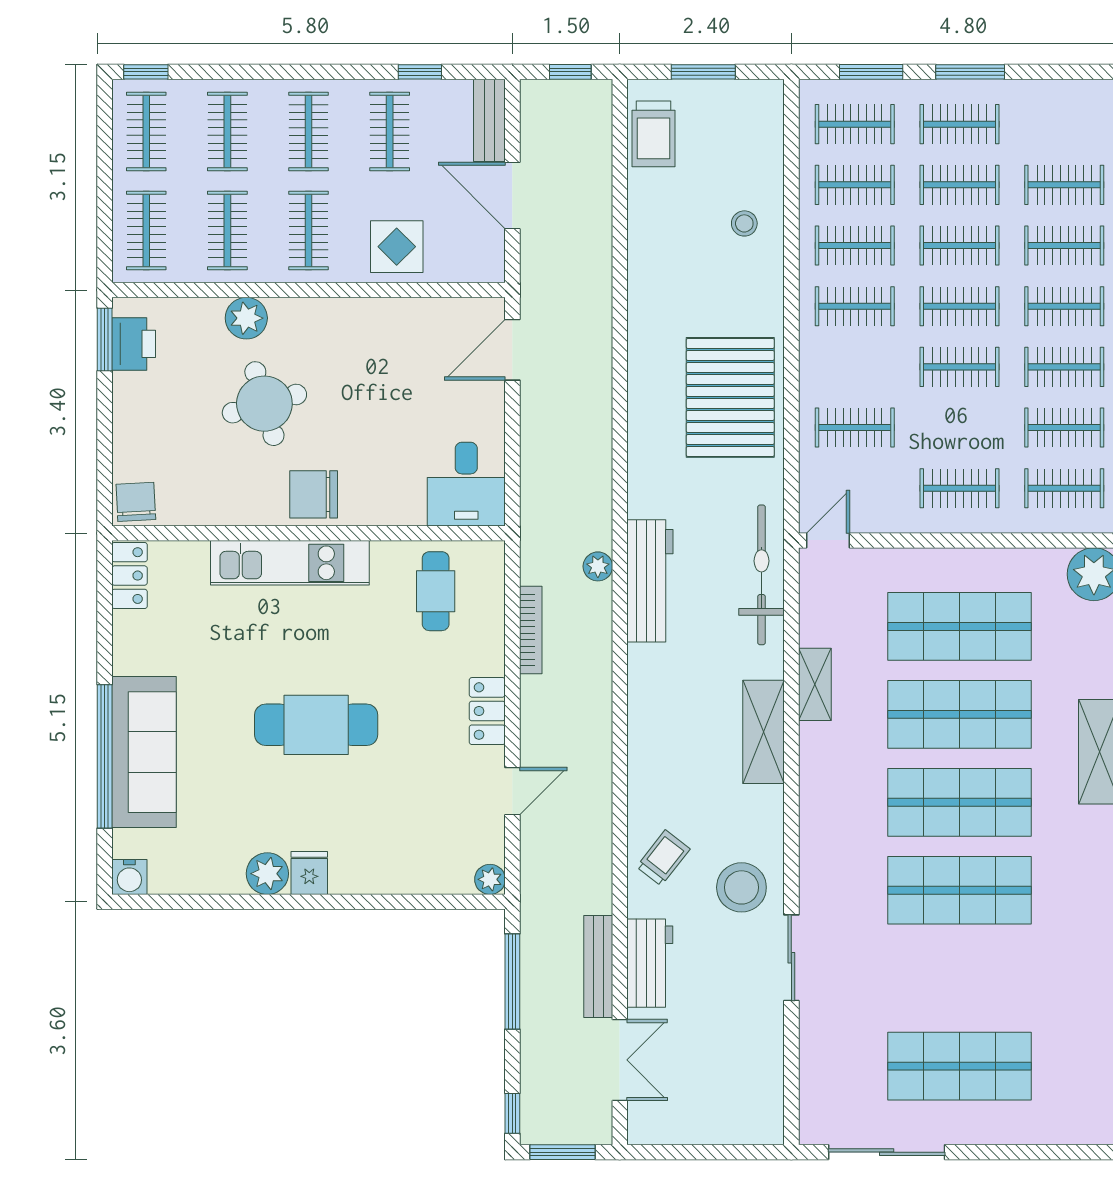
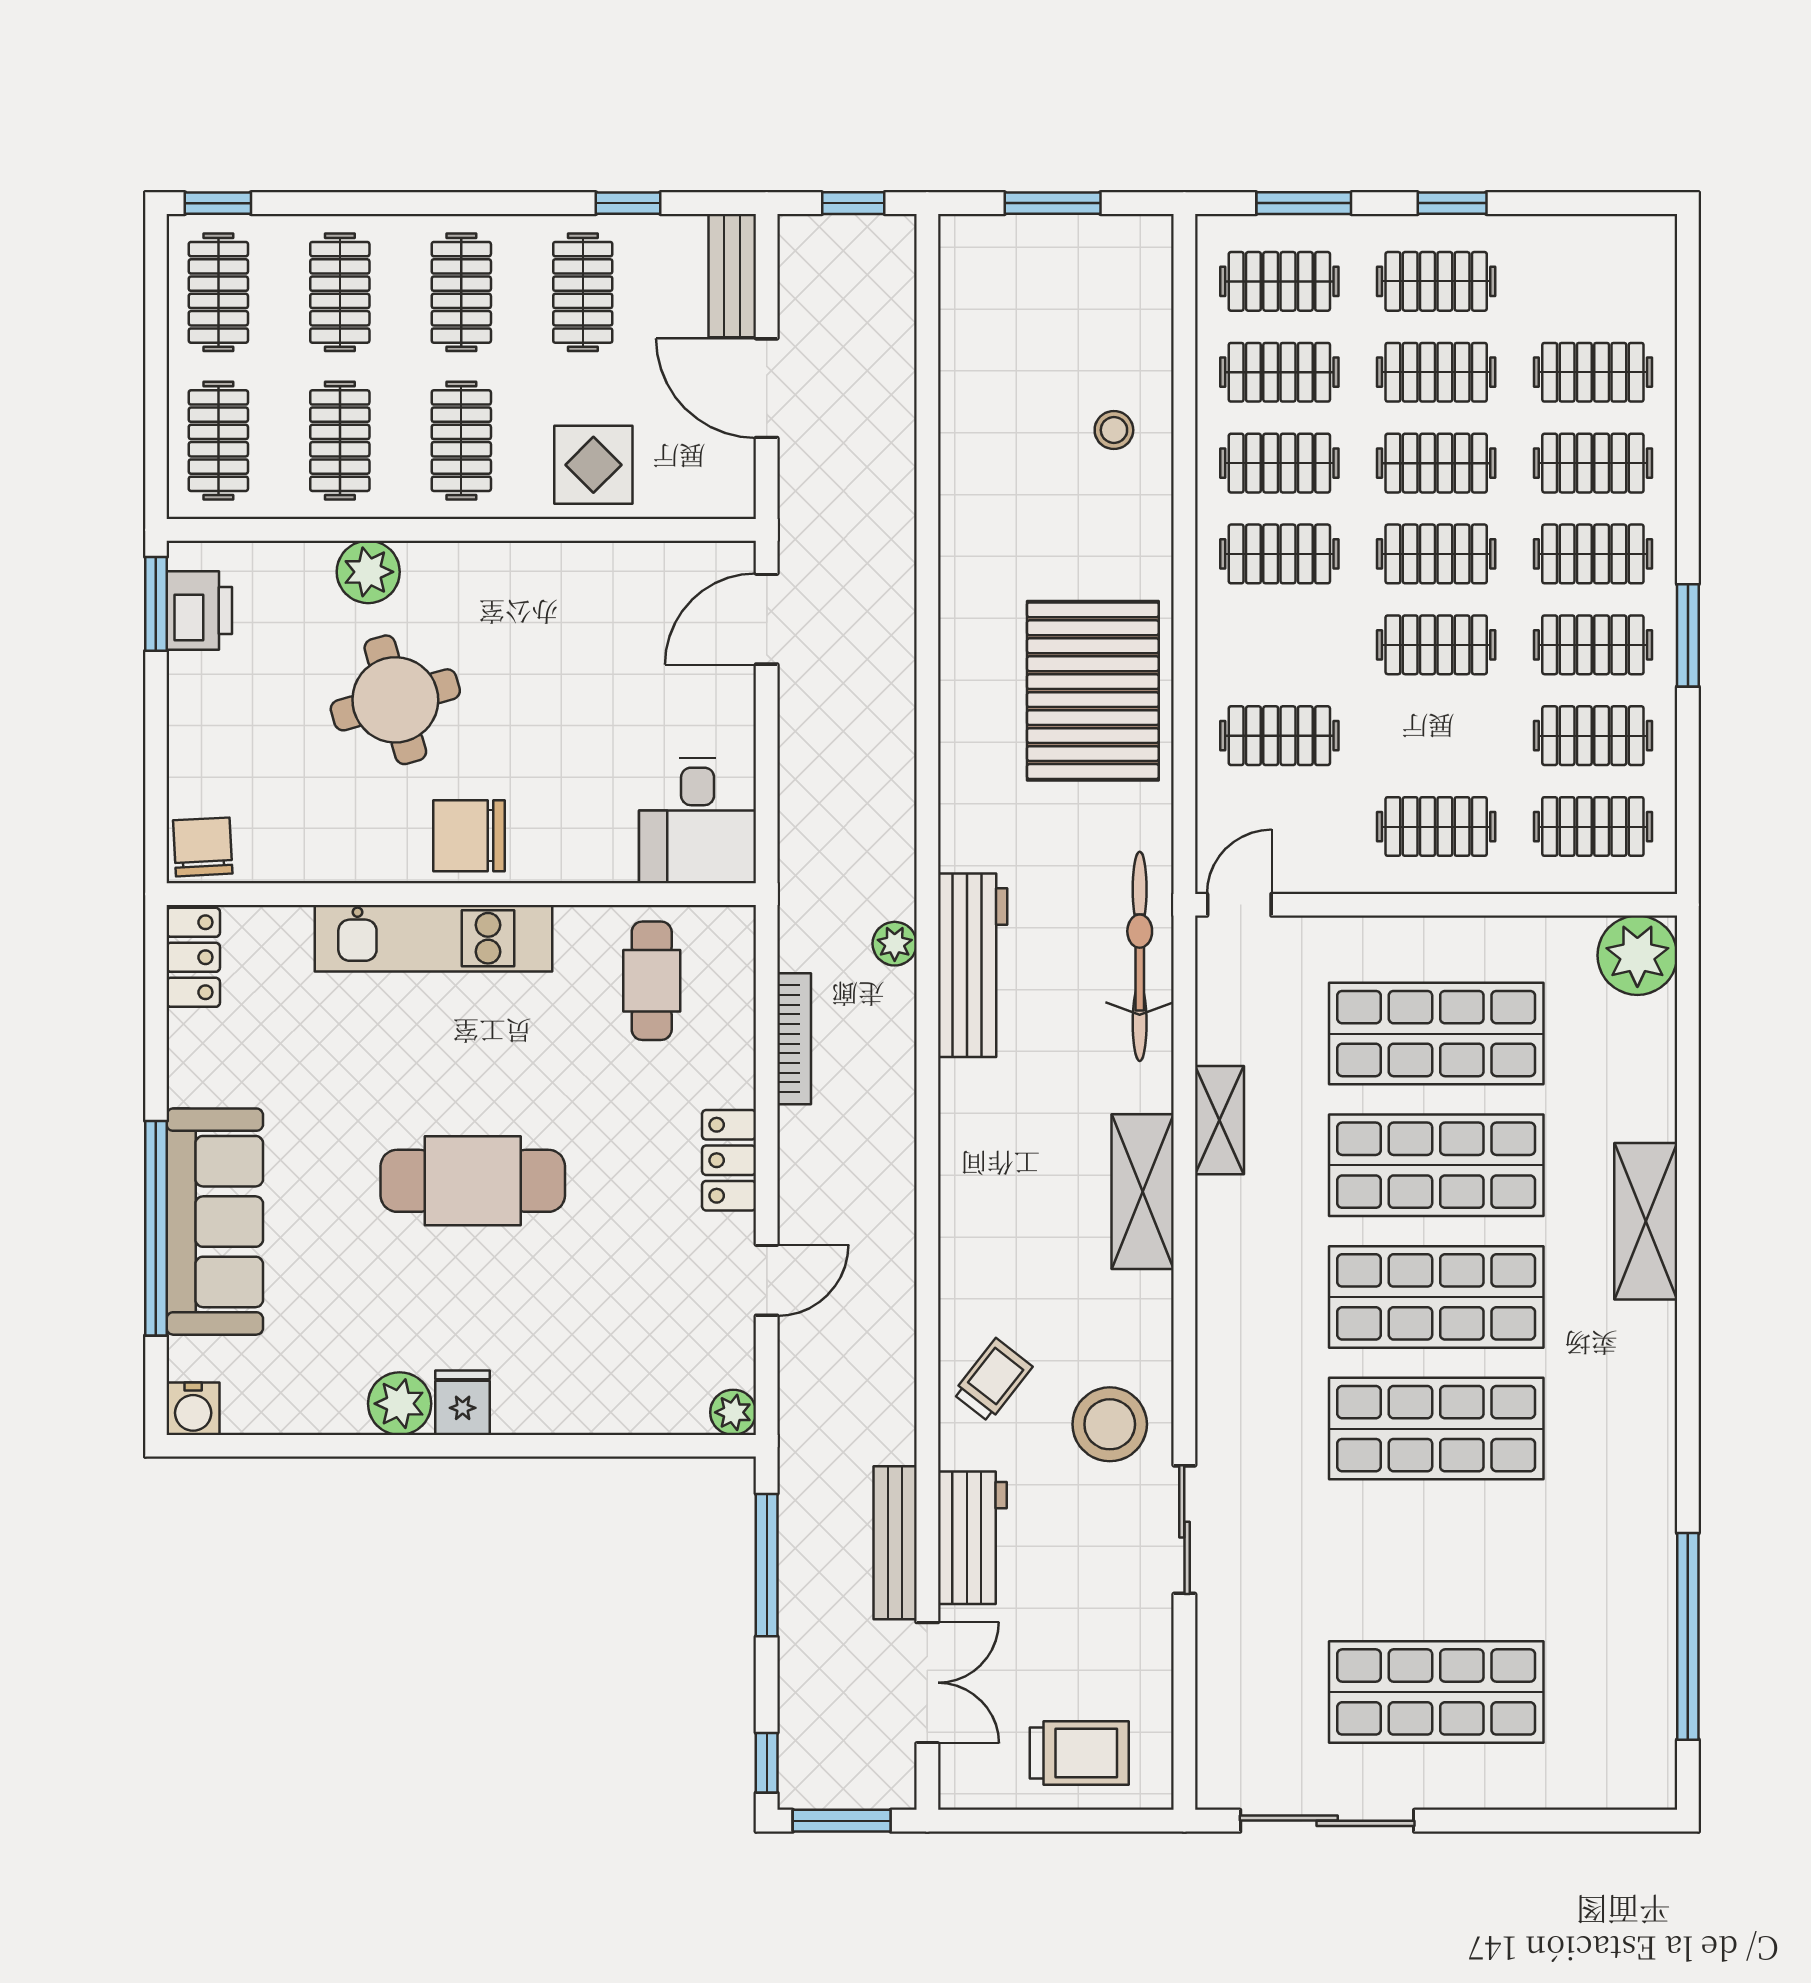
window: (970, 72) -> (1452, 203), width x0.67
trolley: (653, 134) -> (1079, 1753), moved, turned -90

